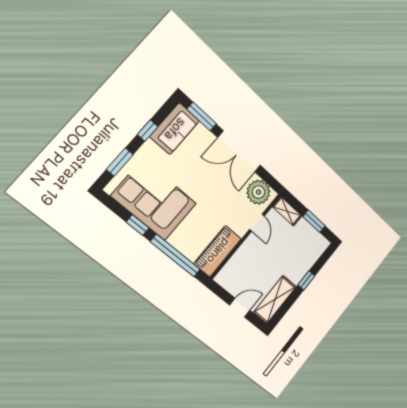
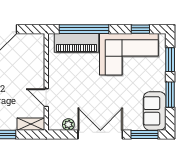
window: (148, 130) -> (170, 95), width x1.50
plant: (258, 192) -> (68, 124), width x0.53, depth x0.53
window: (138, 225) -> (140, 29), moved
piano: (218, 251) -> (76, 43), moved, turned 90

